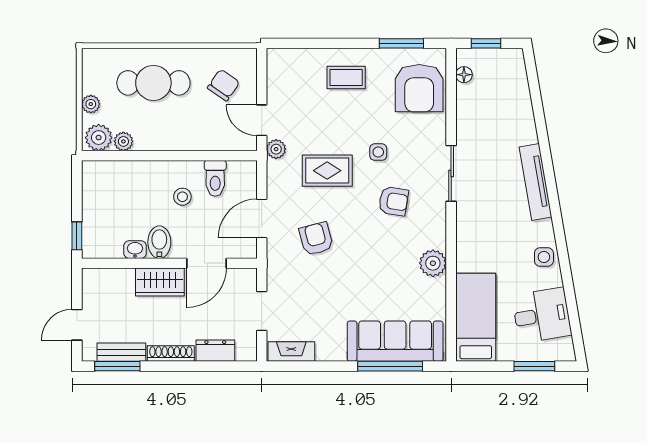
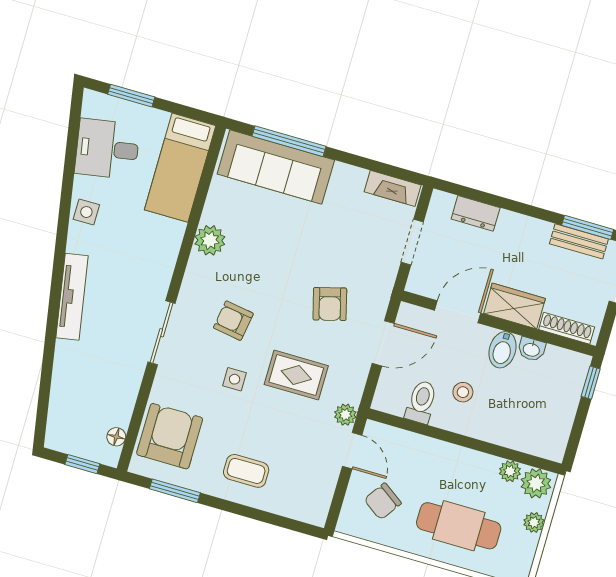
shoe rack: (171, 354) -> (567, 328), moved, turned 180

